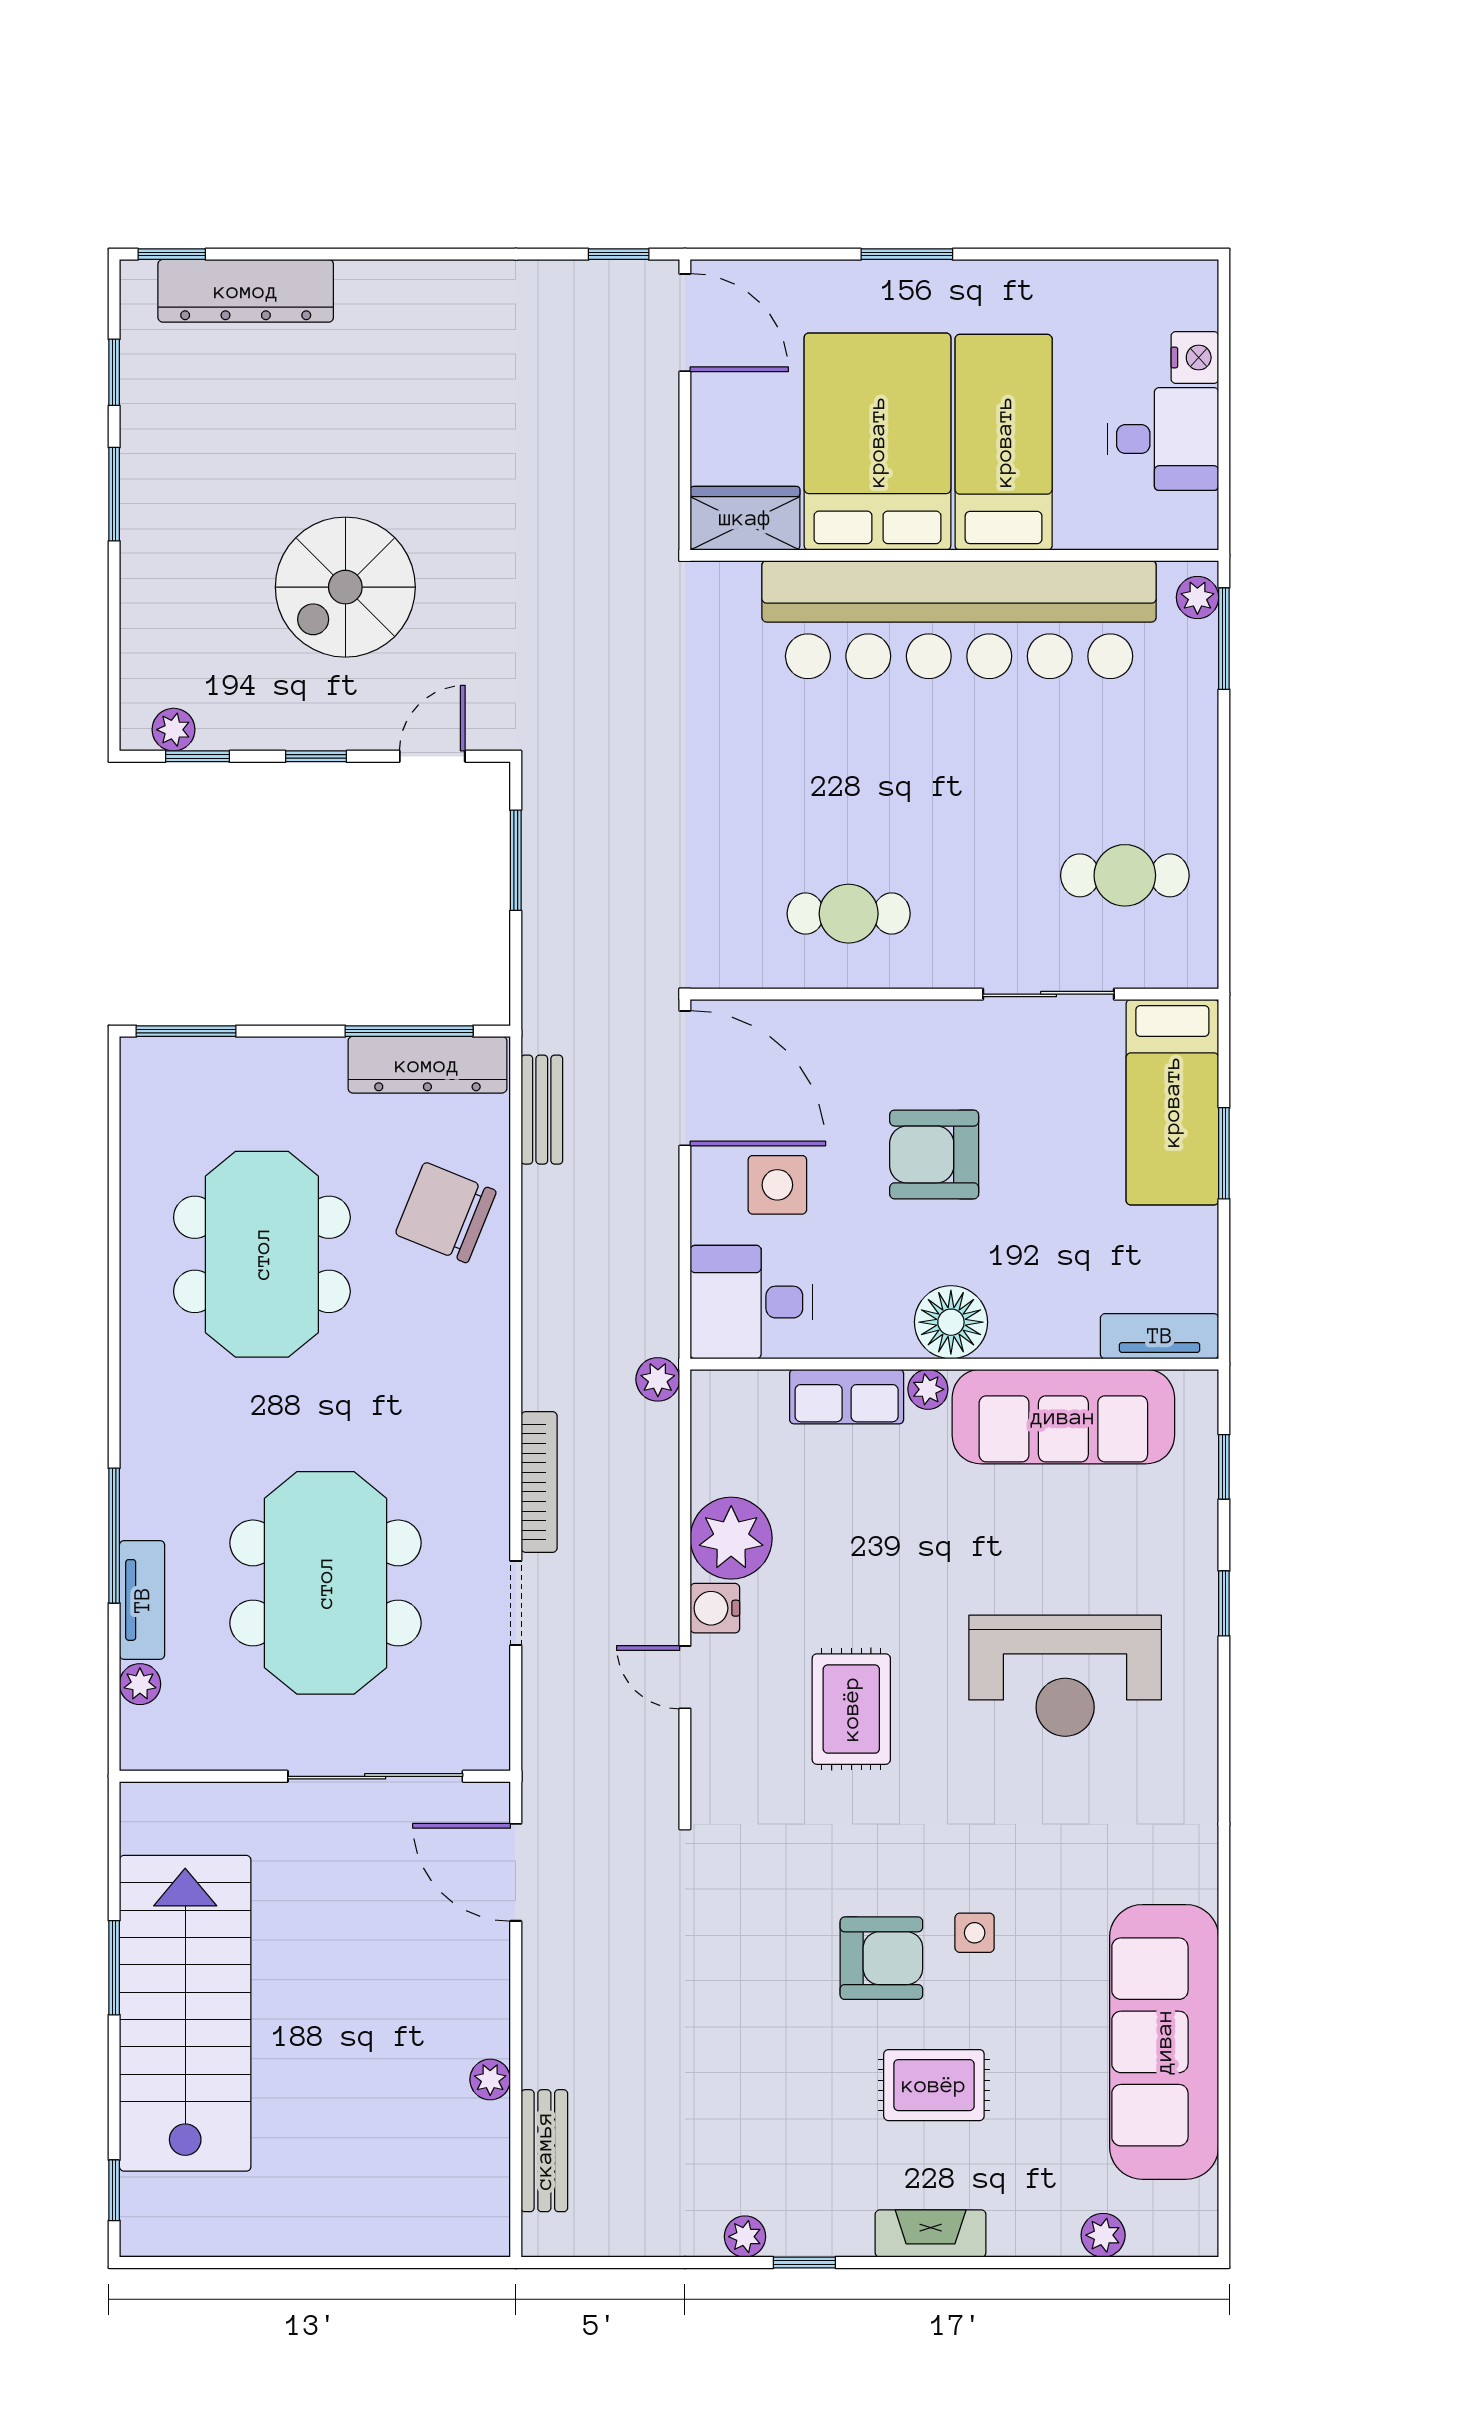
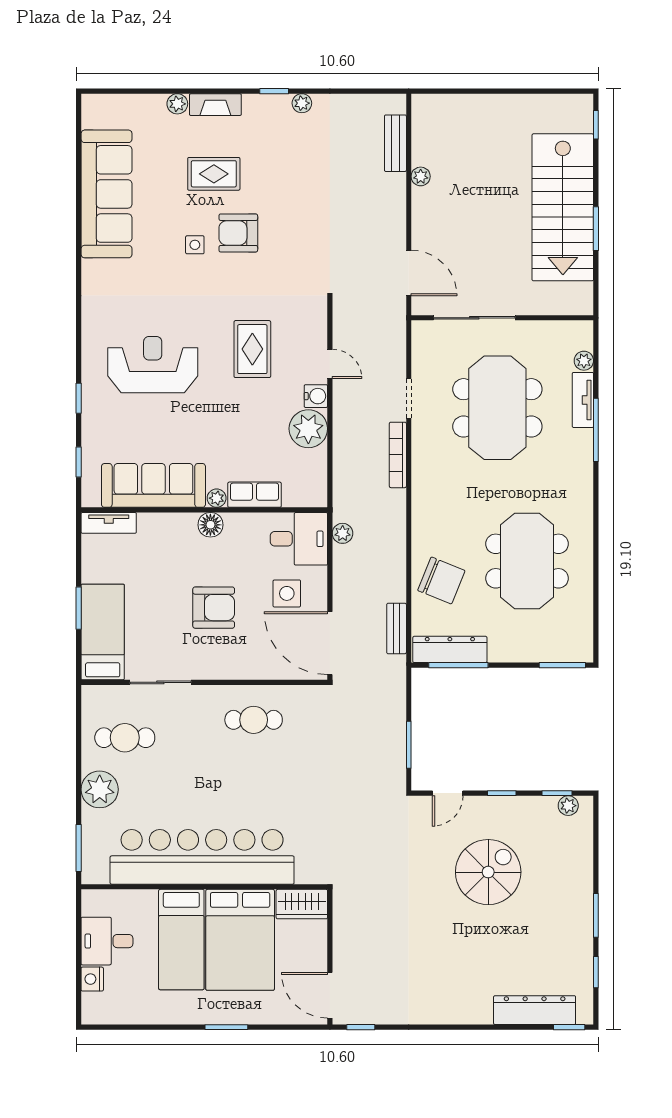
plant: (1197, 597) -> (100, 789), moved, width x1.87, depth x1.87
floor lamp: (951, 1322) -> (210, 525), width x0.73, depth x0.73
plant: (658, 1379) -> (343, 533), moved
plant: (1103, 2235) -> (177, 104), moved

